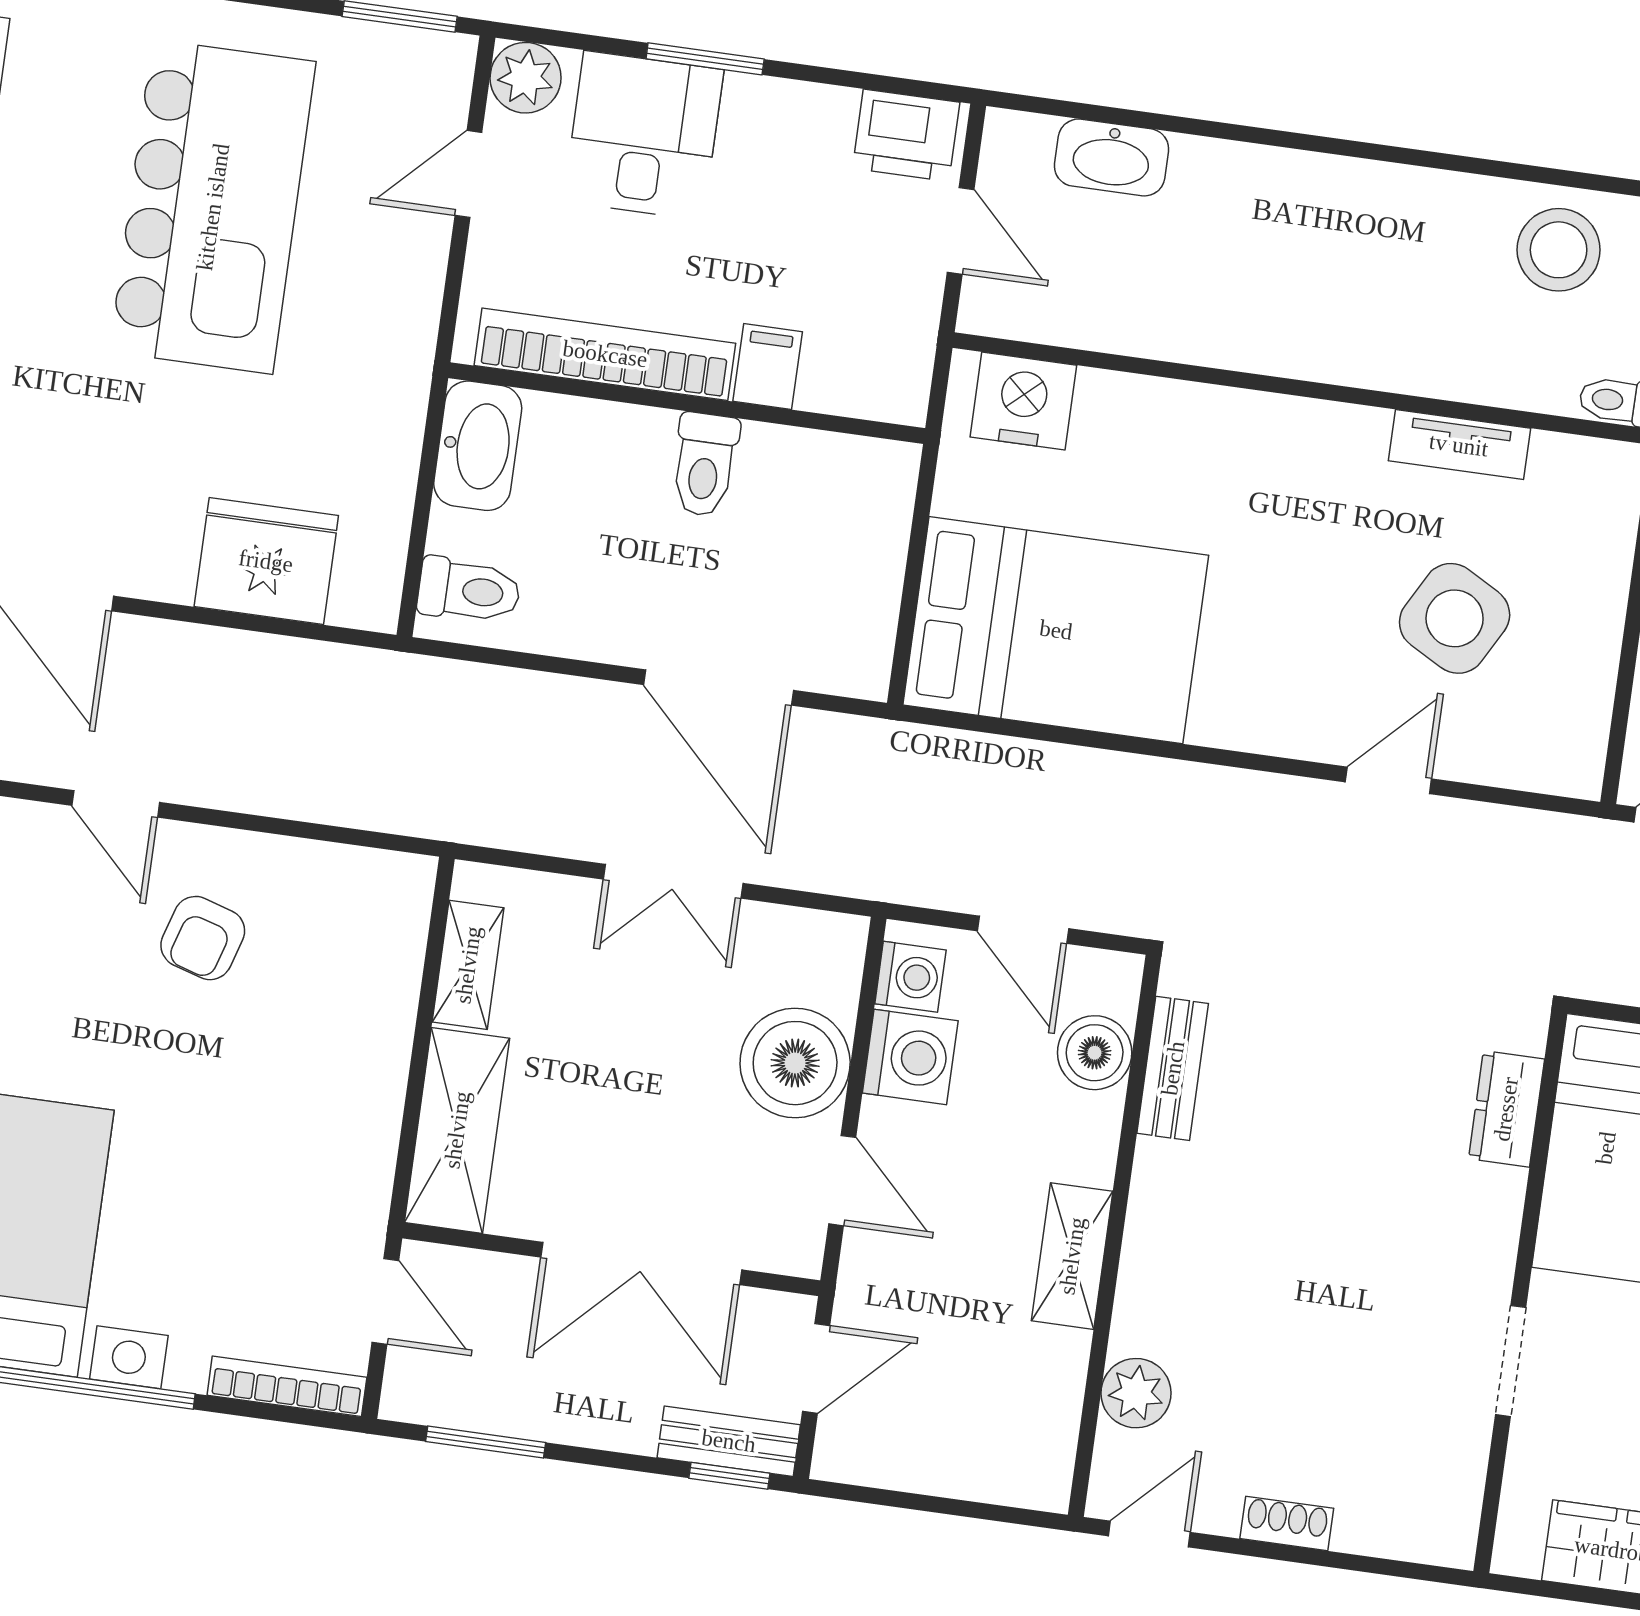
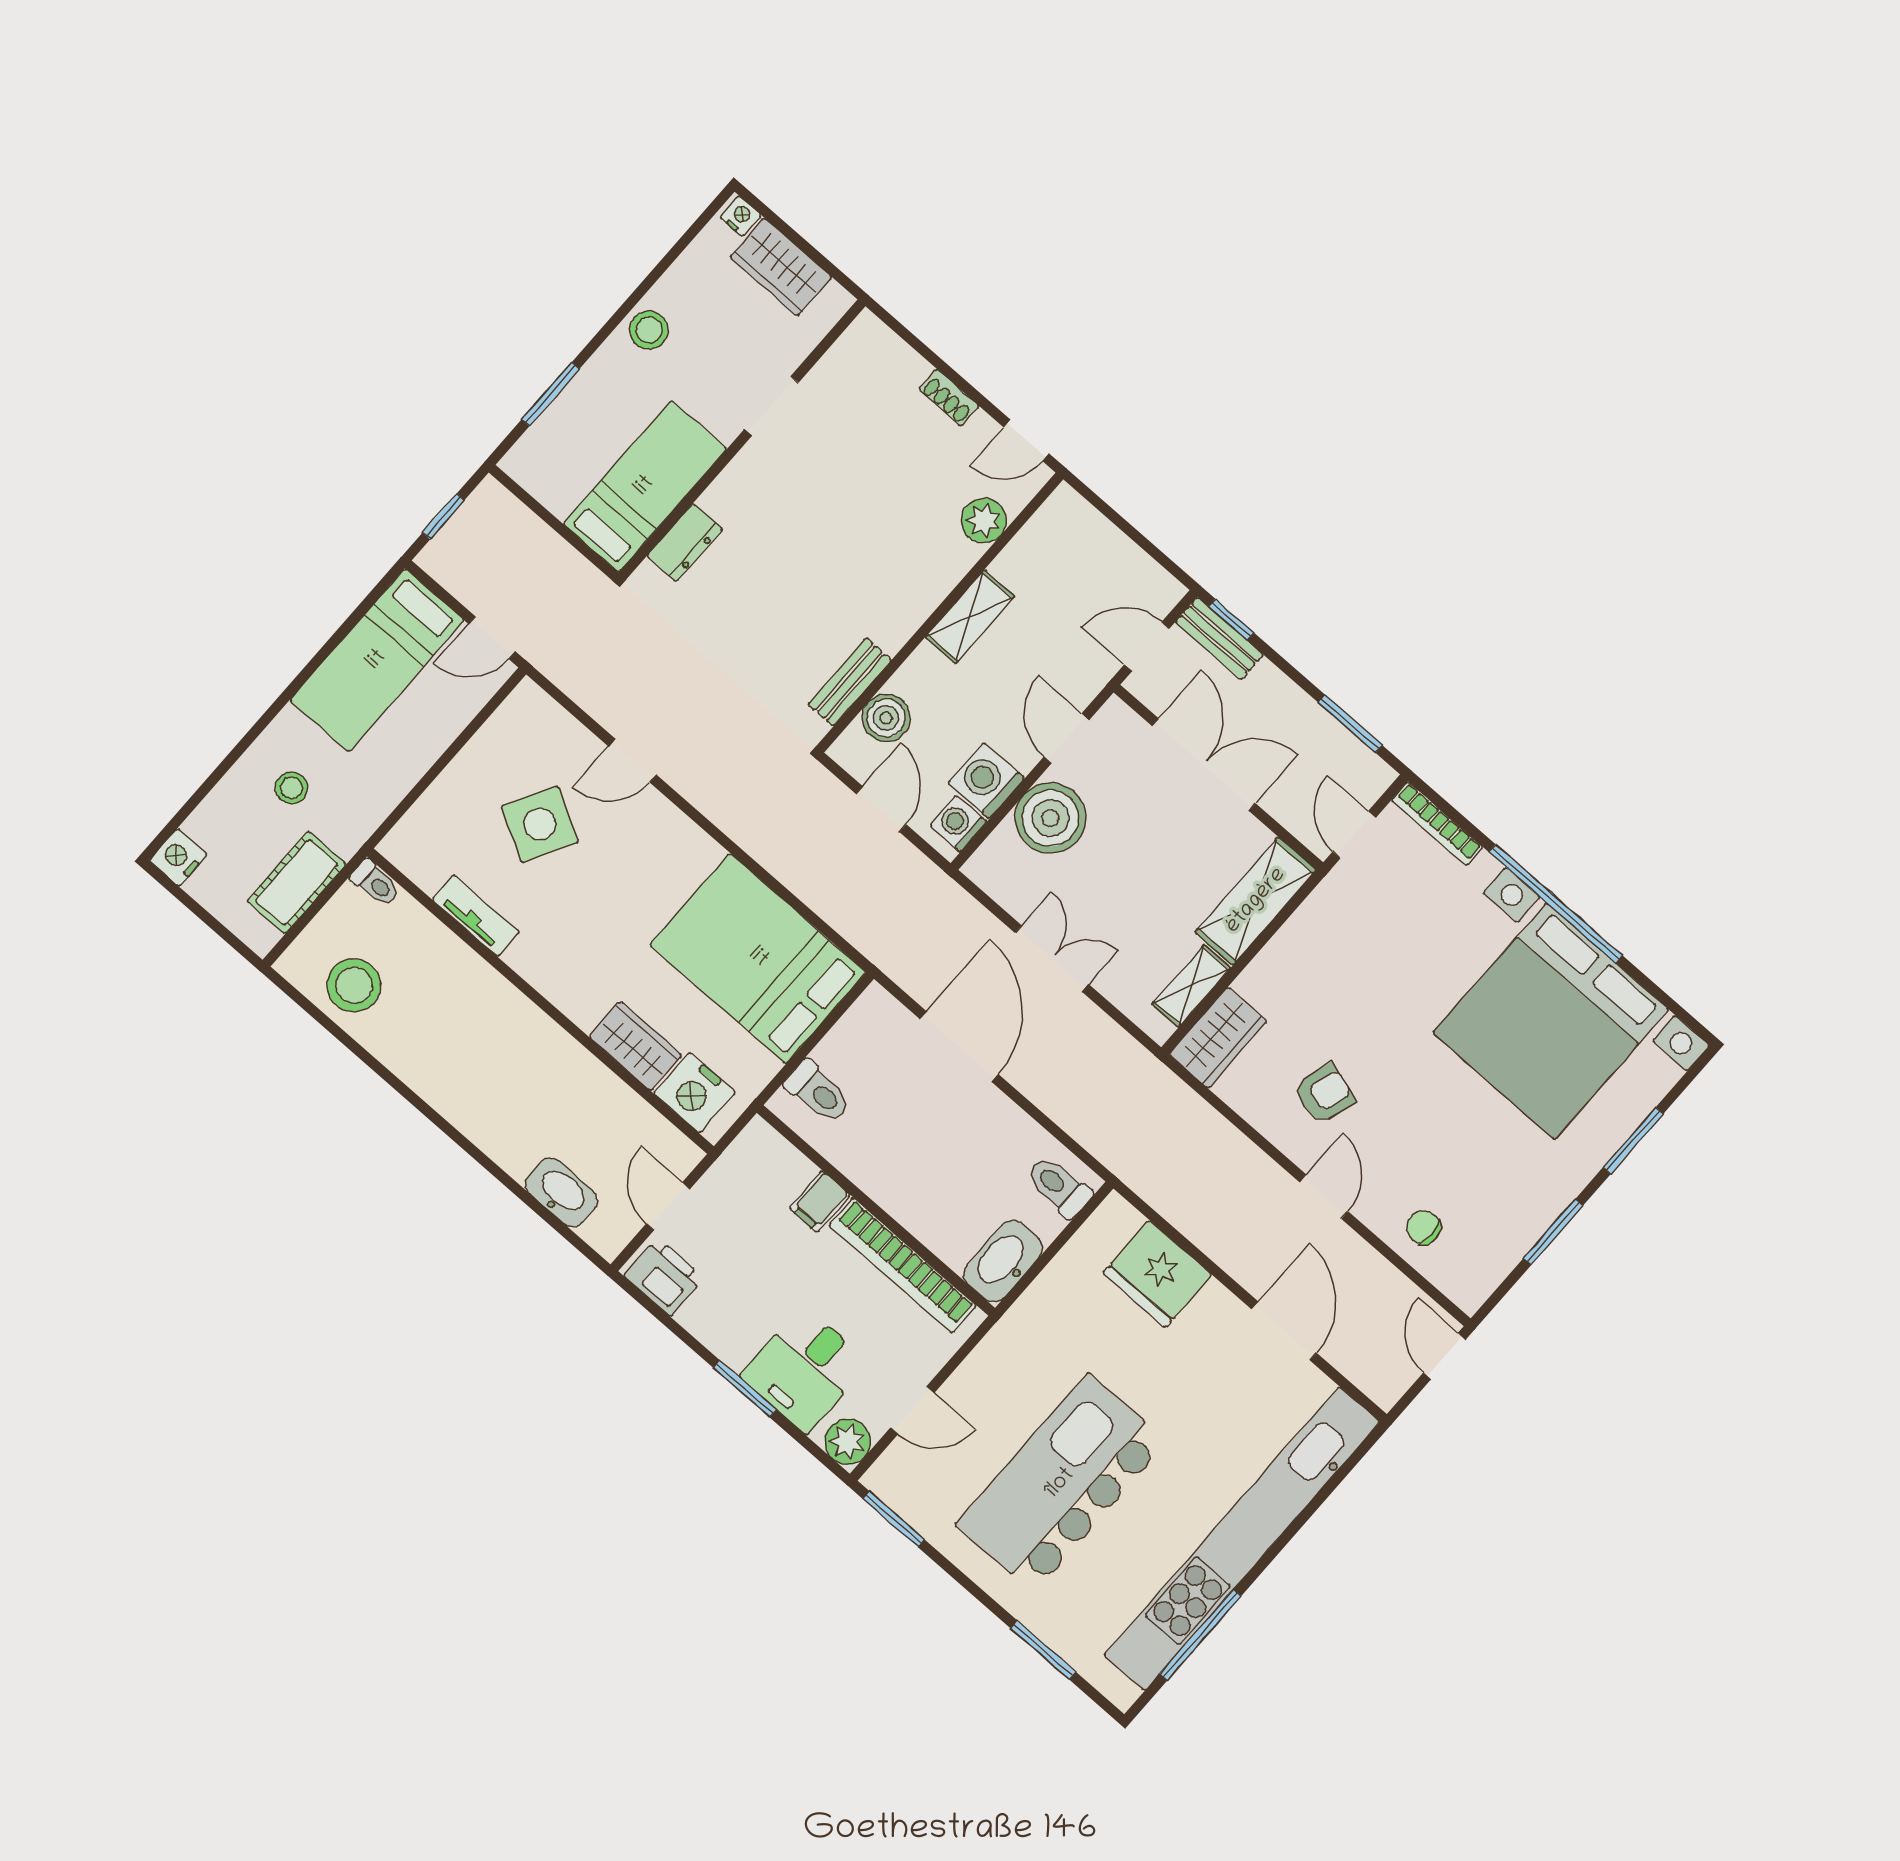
wardrobe: (1140, 411) -> (635, 1046), added
toilet: (705, 465) -> (818, 1092), moved, turned 90
wardrobe: (389, 921) -> (1218, 1038), added

